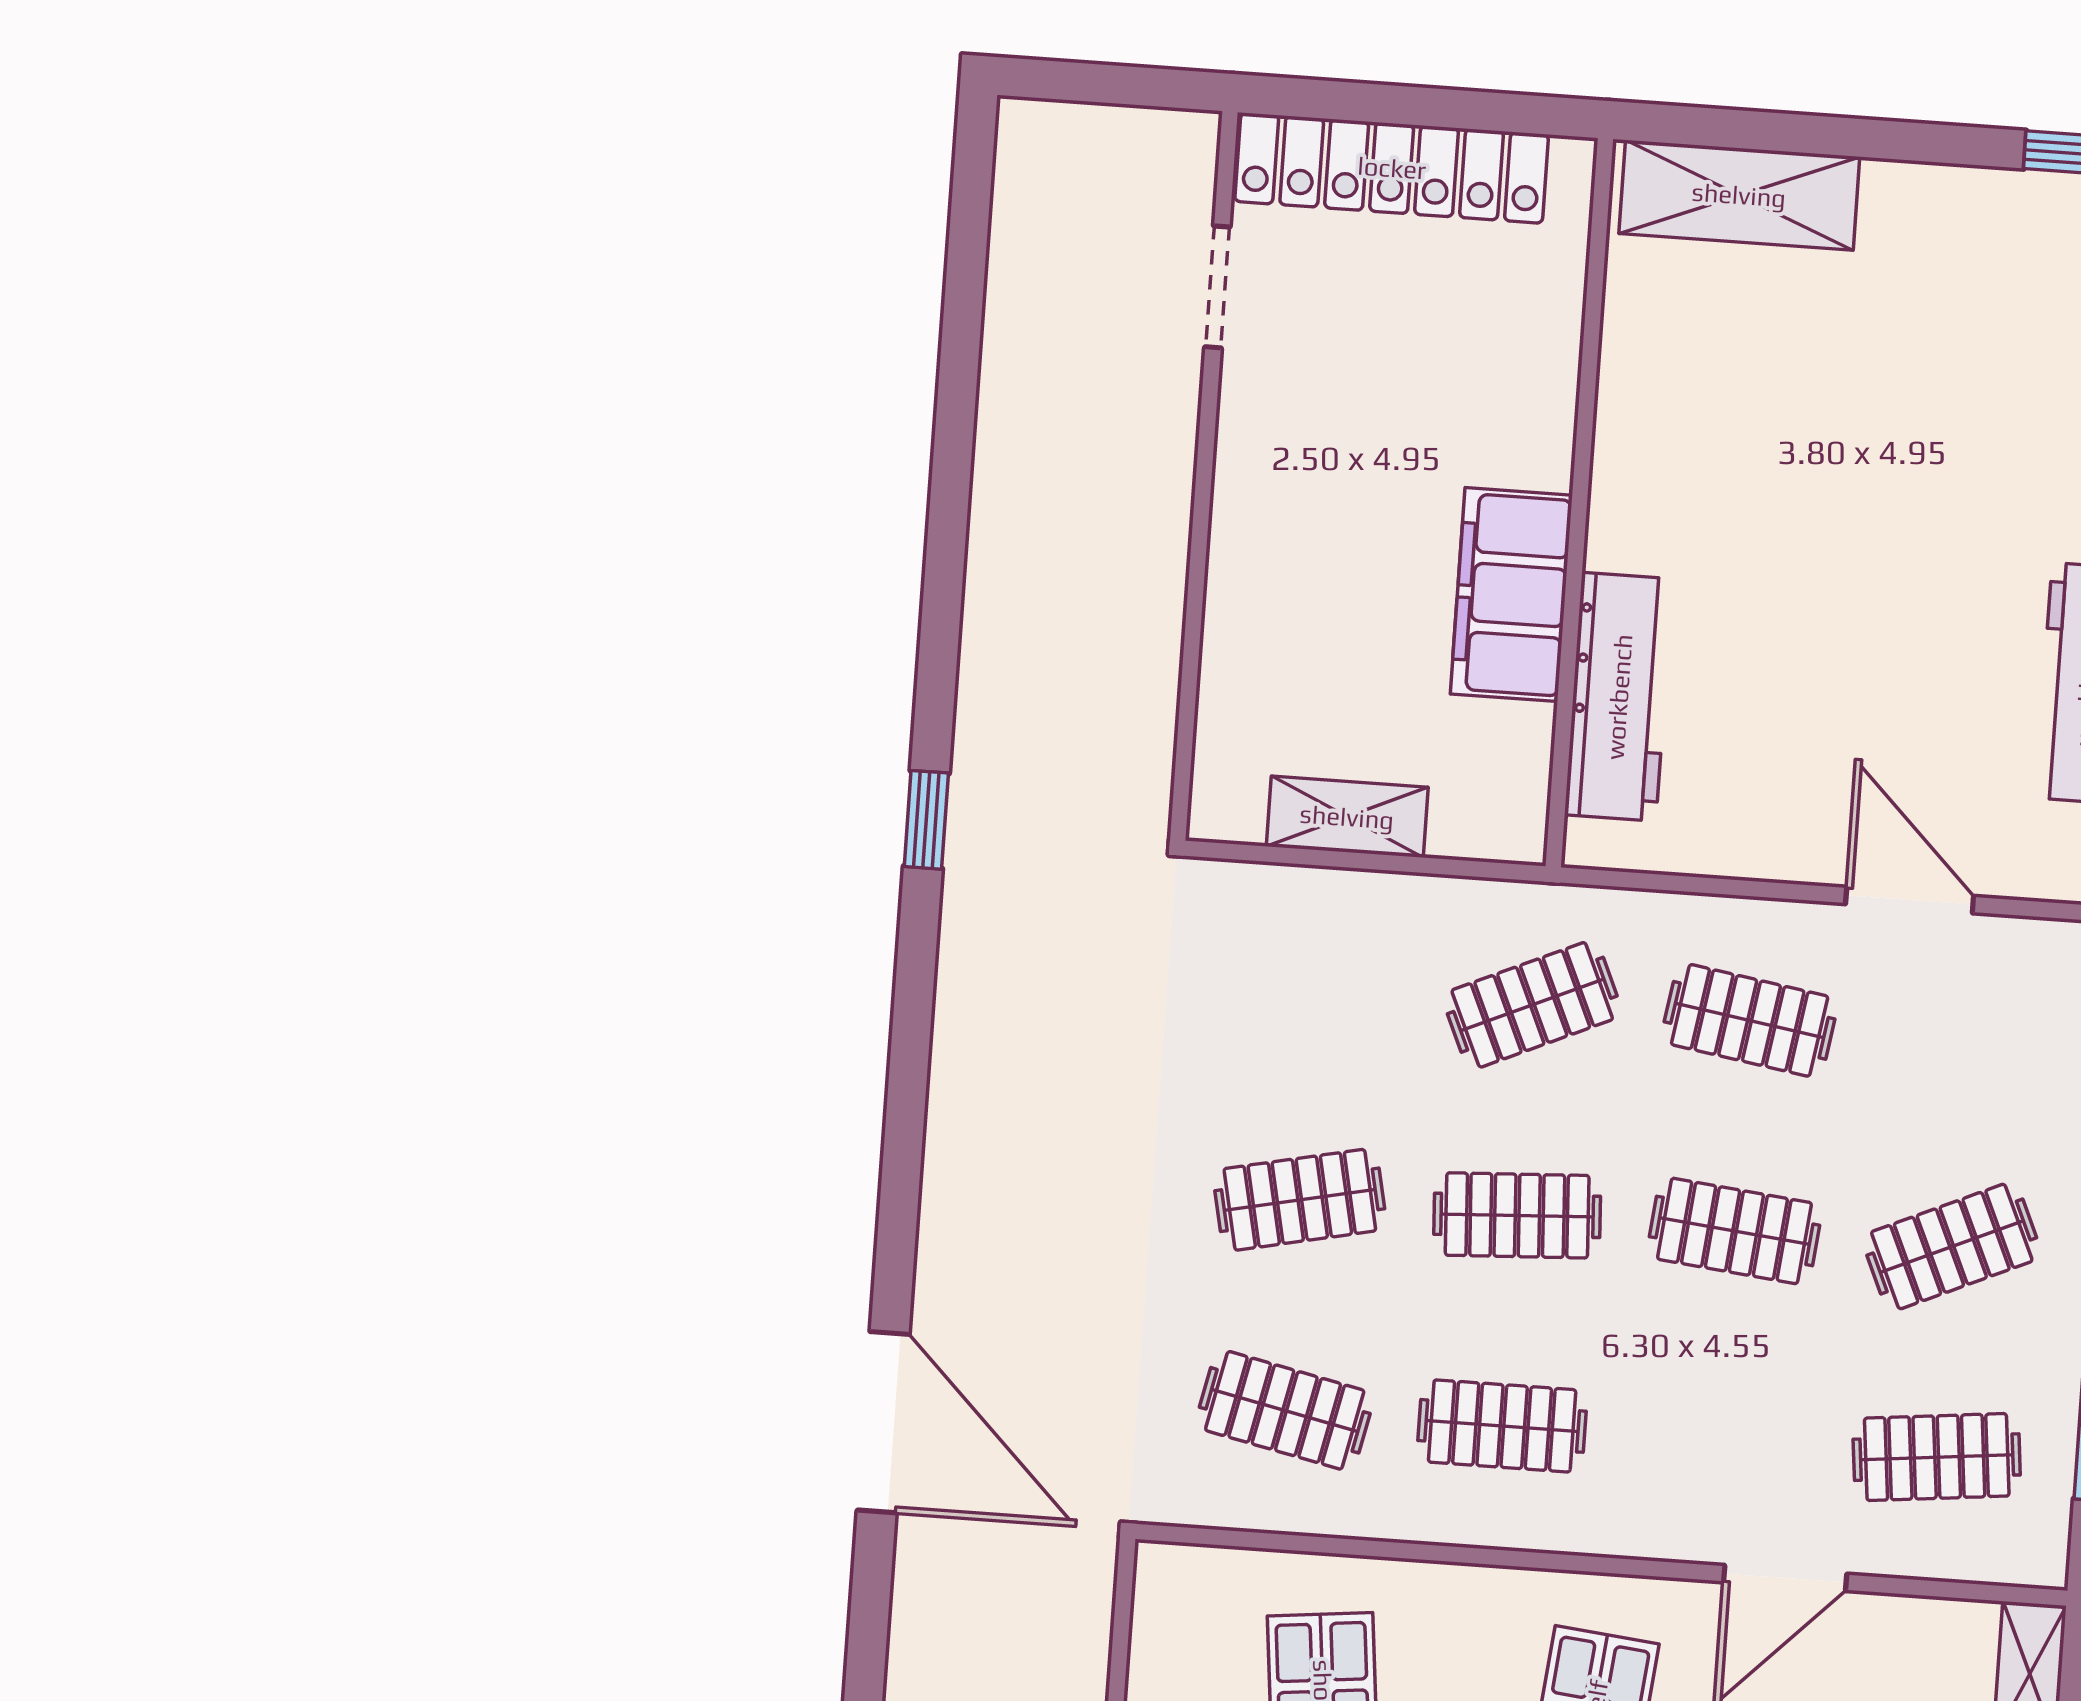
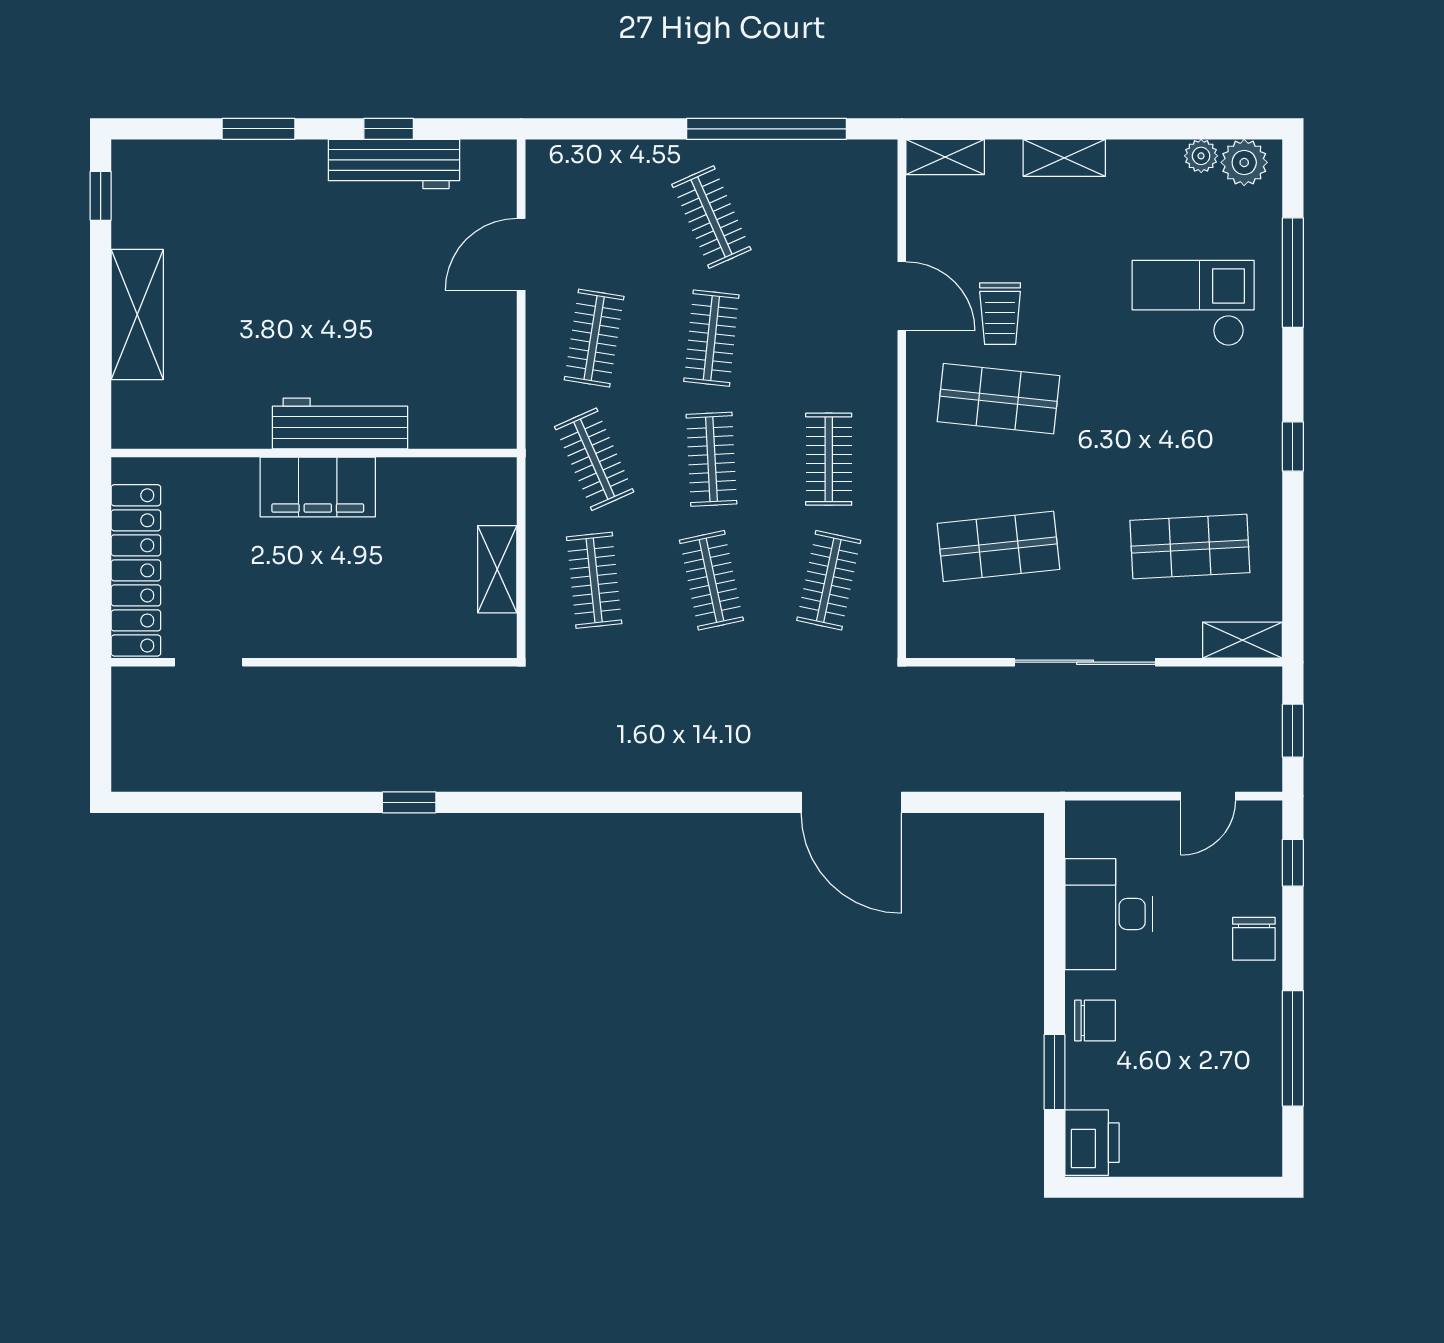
shelving: (1739, 195) -> (137, 315), moved
filing cabinet: (1511, 595) -> (318, 487), moved
workbench: (1619, 697) -> (340, 423), moved
window: (926, 820) -> (409, 802), moved
door: (883, 1422) -> (851, 802), swing flipped
clothes rail: (1937, 1457) -> (594, 580), moved

